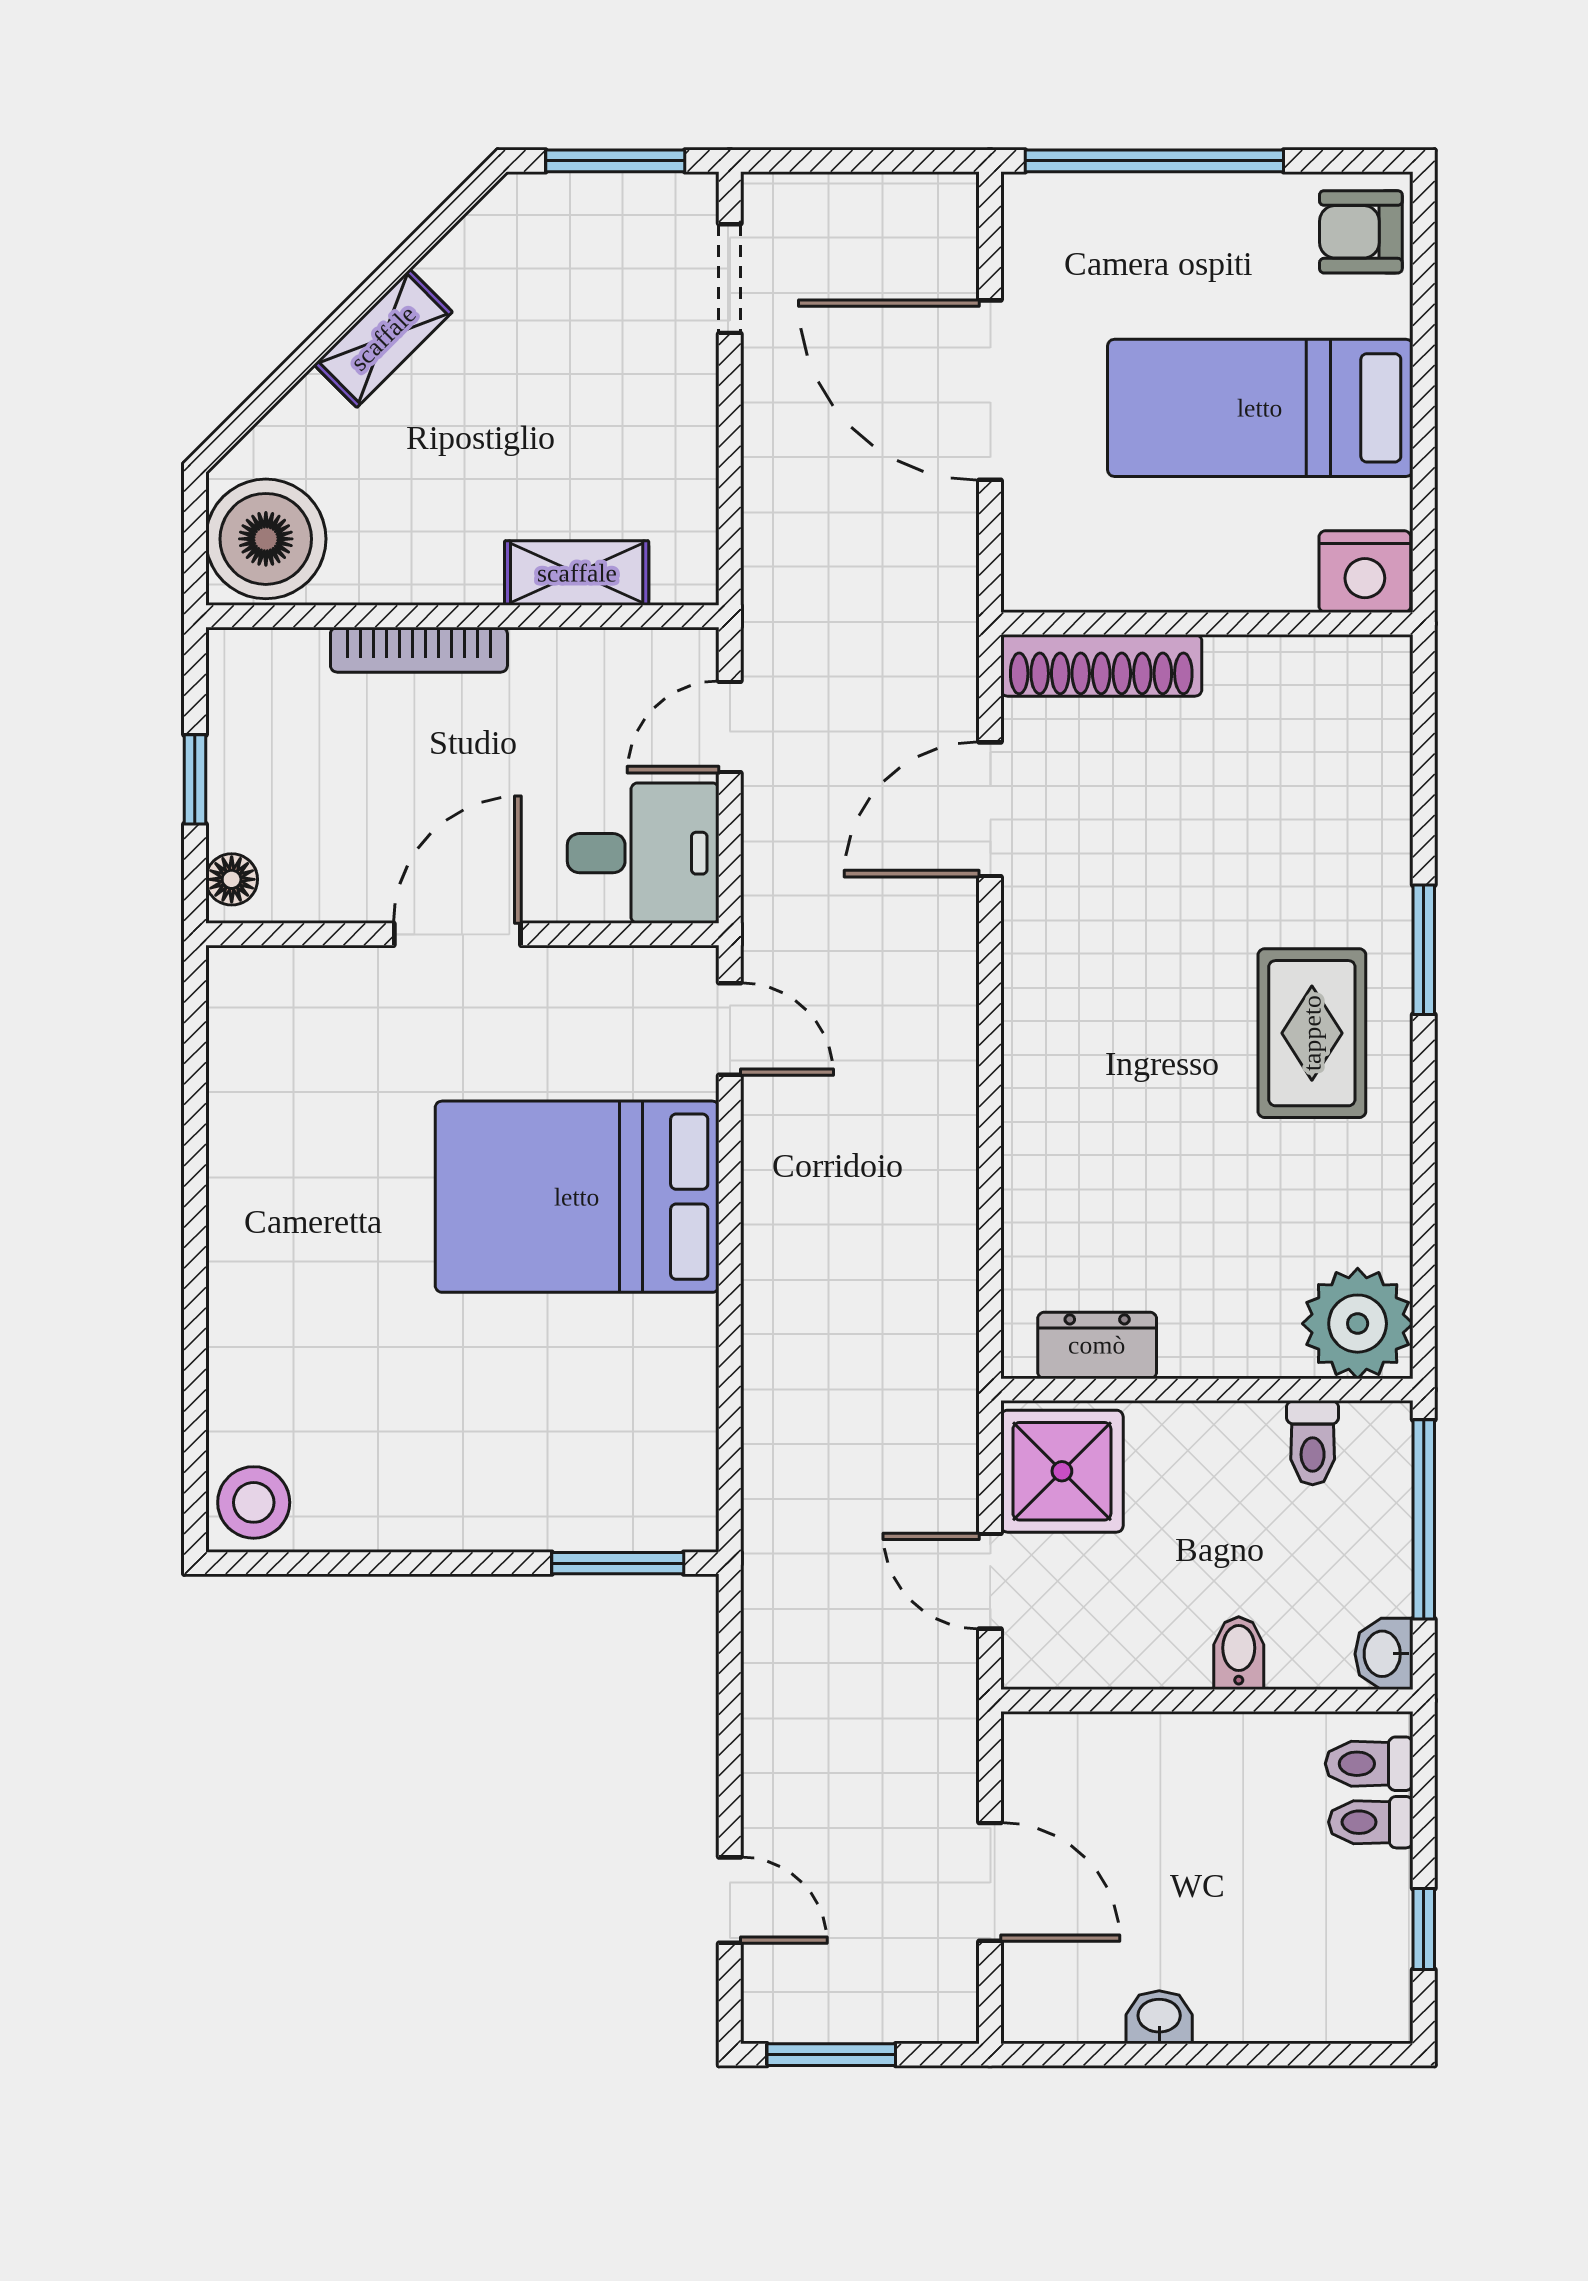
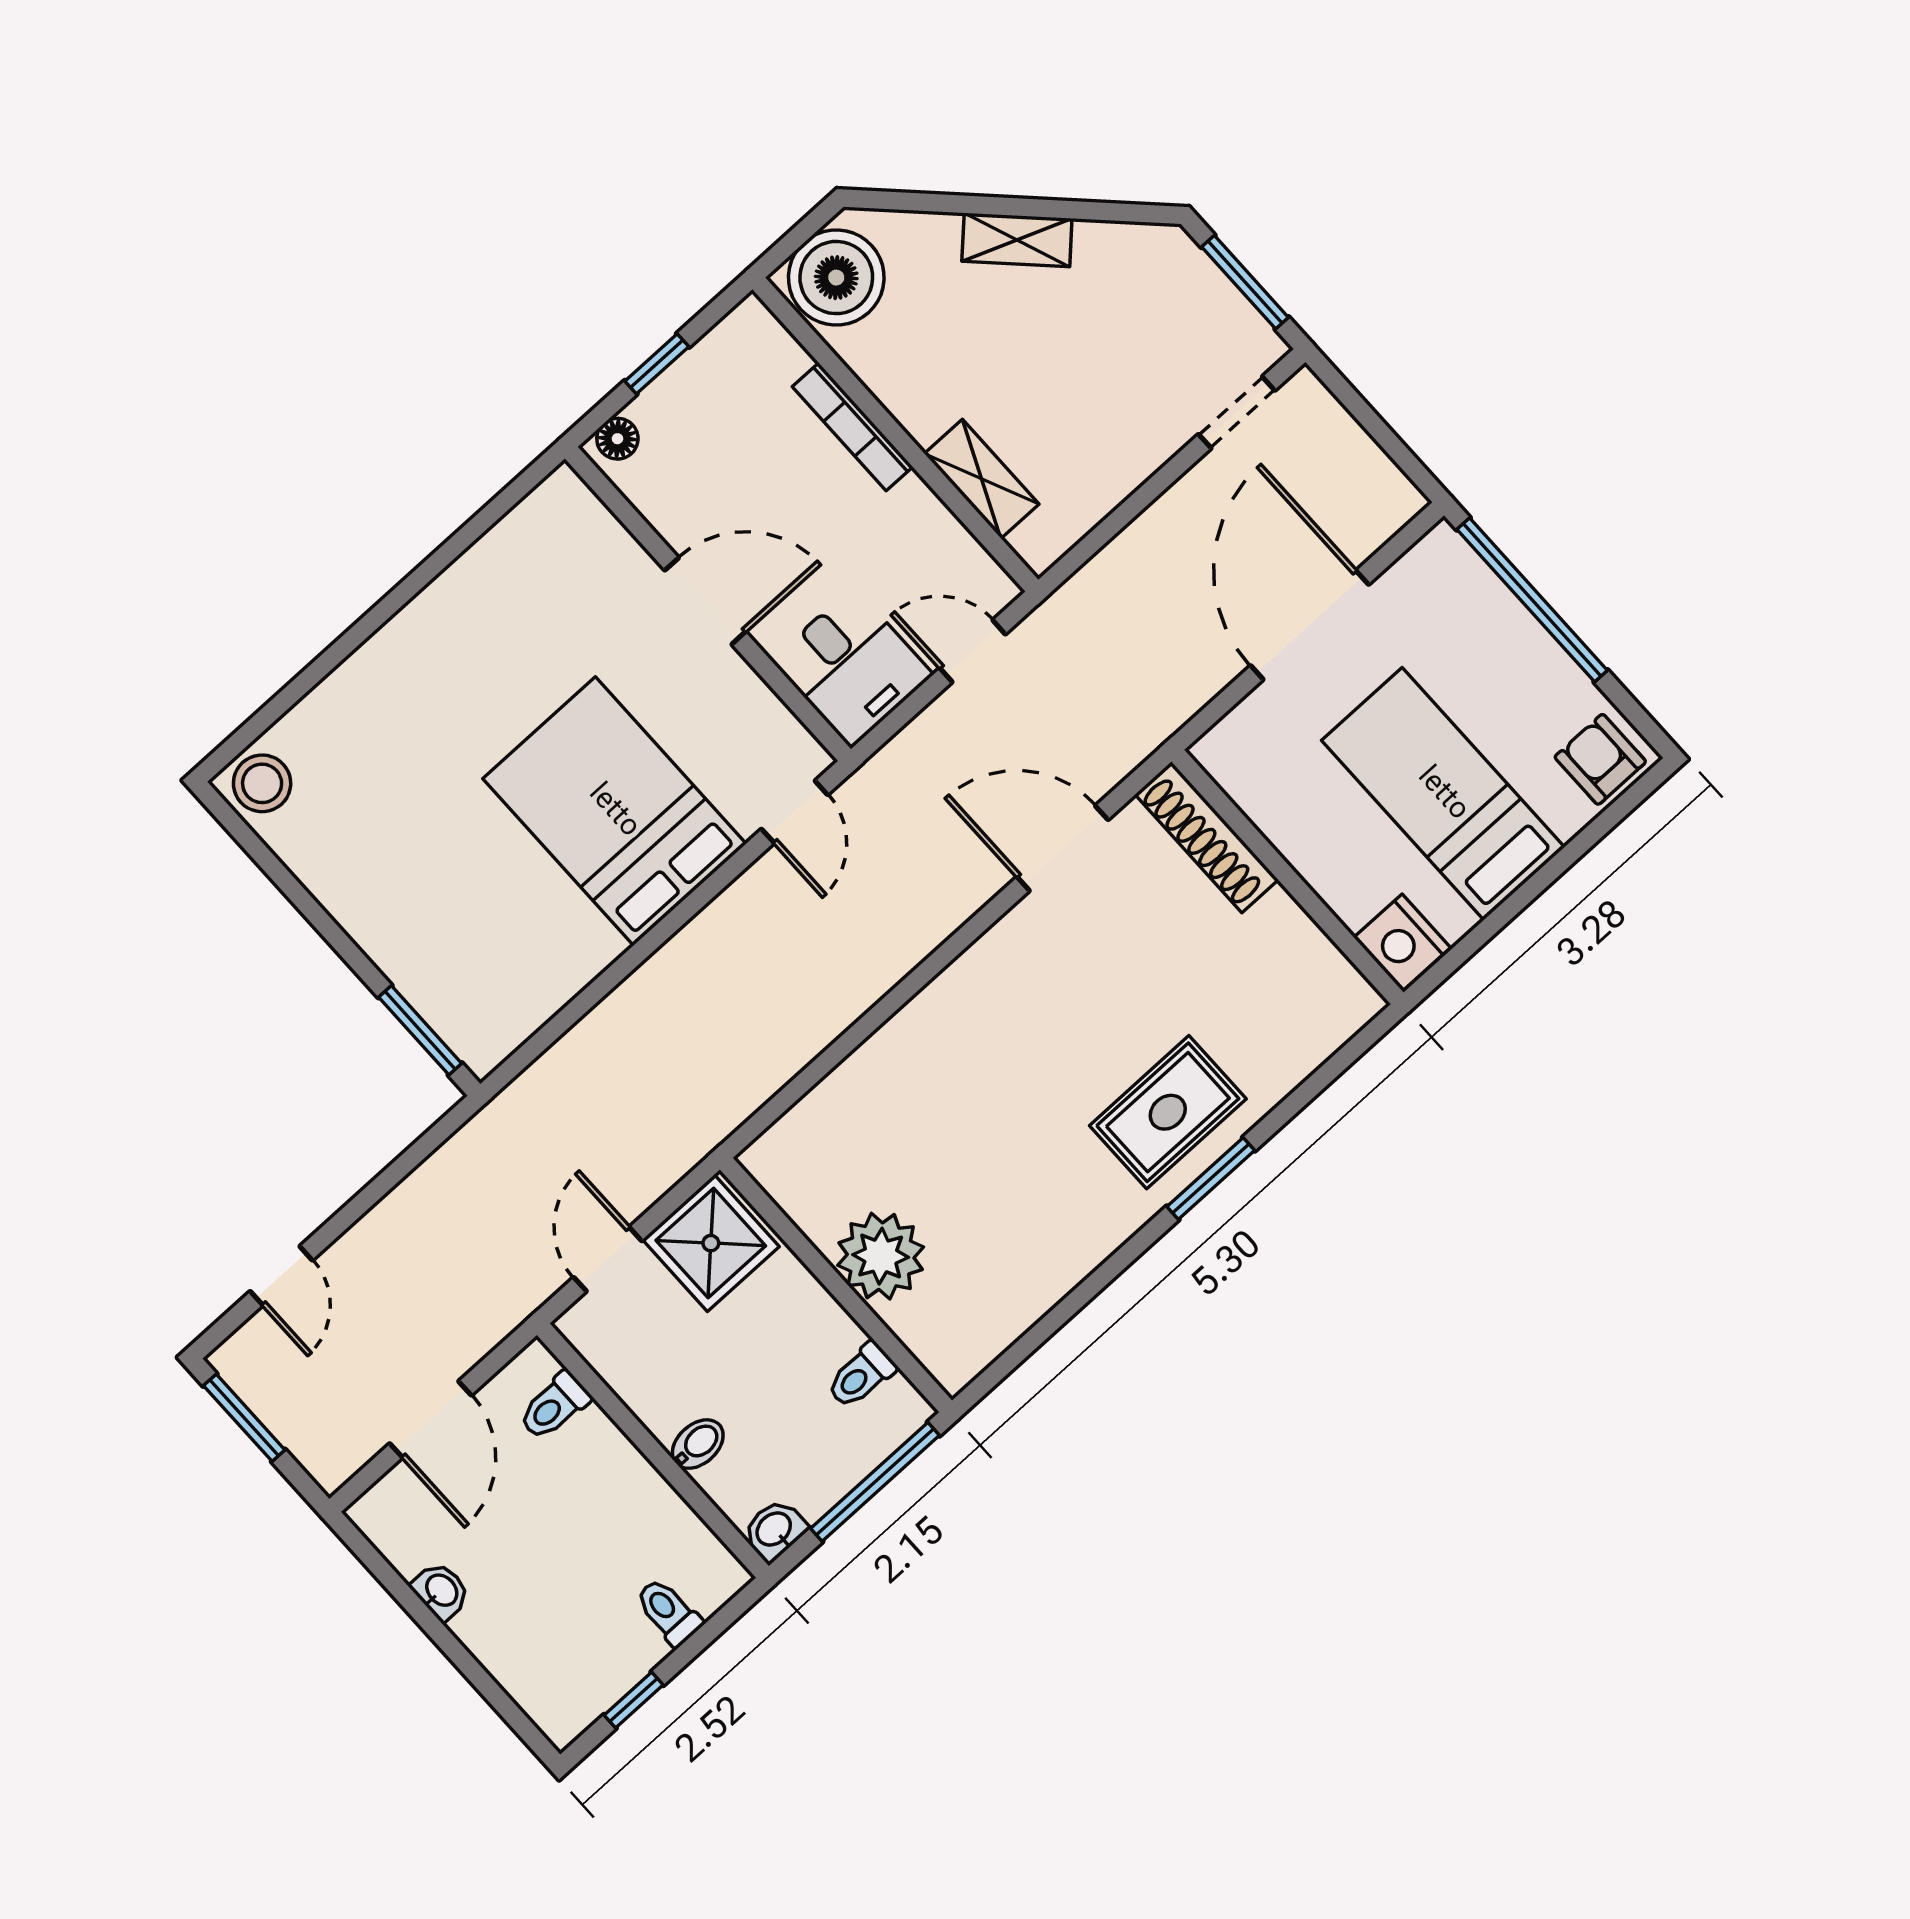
rug: (1312, 1033) -> (1168, 1112), moved
plant: (1358, 1324) -> (881, 1256), moved
dresser: (1097, 1345) -> (804, 1197), removed
toilet: (1369, 1764) -> (554, 1406), moved, turned -90

